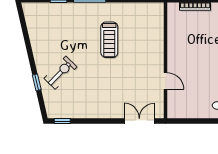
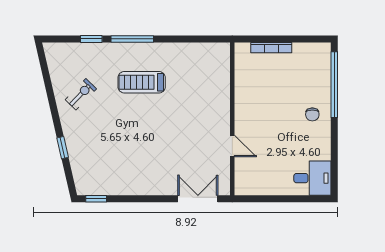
treadmill: (109, 40) -> (142, 82), moved, turned 90
exercise bike: (60, 73) -> (81, 94), moved, width x0.73, depth x0.72

